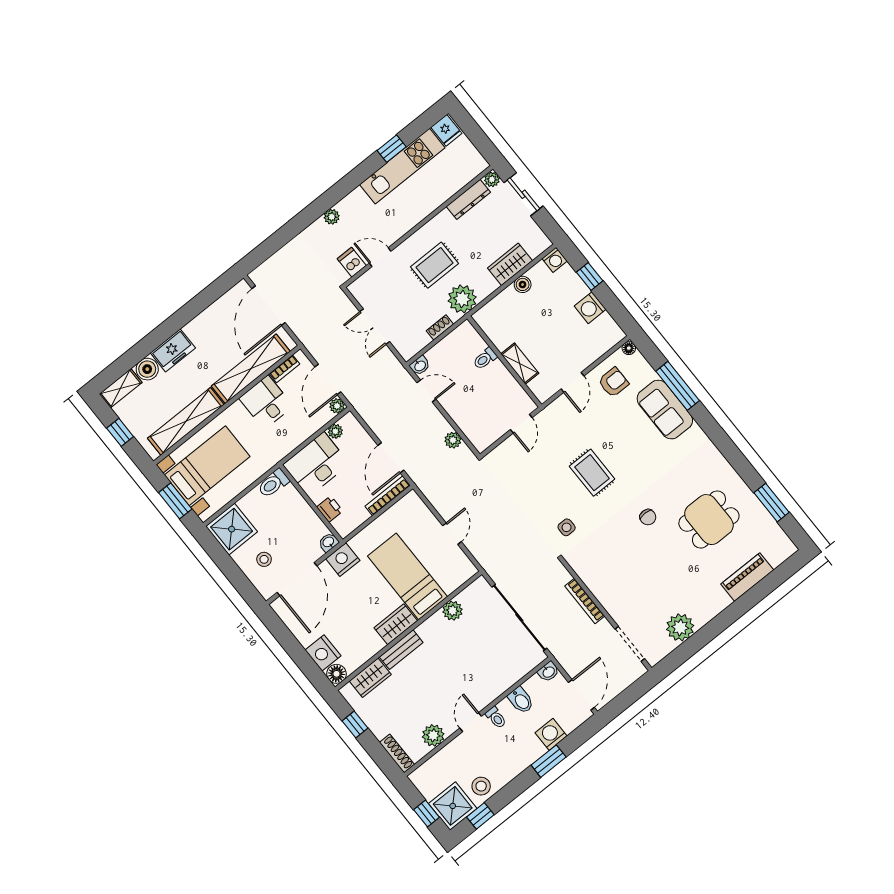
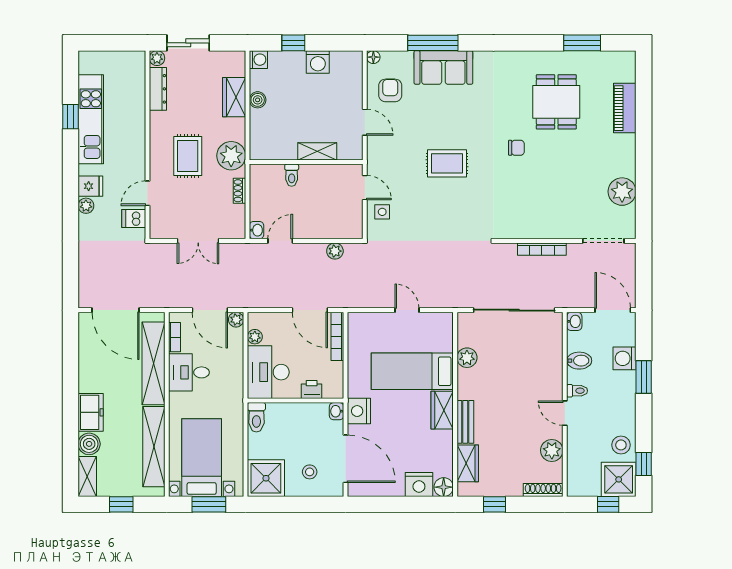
fridge: (446, 130) -> (90, 186), moved
side table: (567, 527) -> (382, 212), moved

